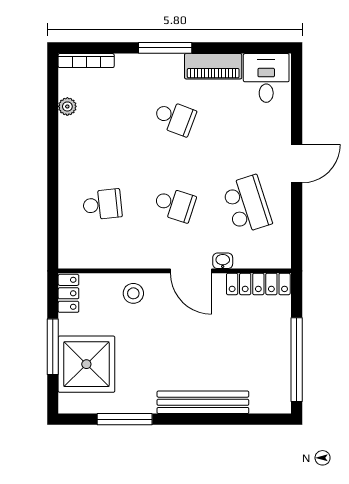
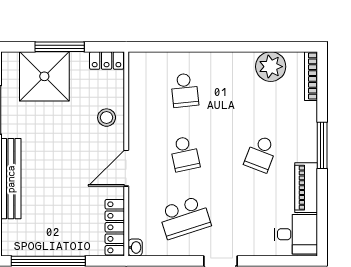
plant: (67, 106) -> (271, 67), width x1.87, depth x1.87
school desk: (175, 204) -> (185, 154), turned -30
washbasin: (223, 261) -> (135, 247), moved

